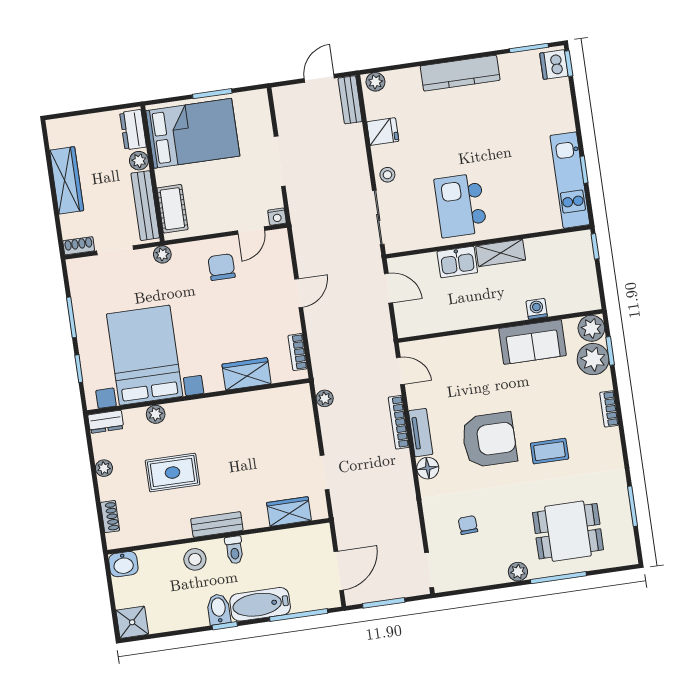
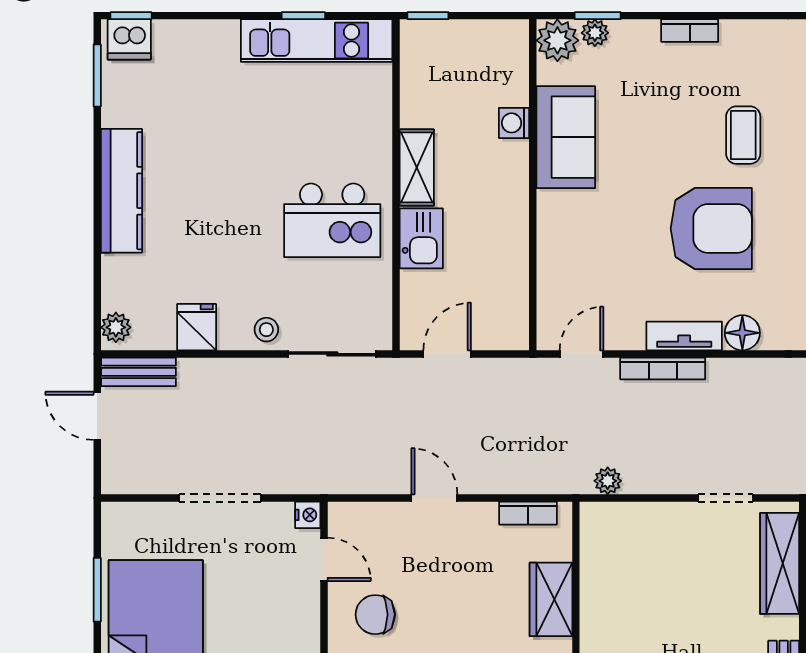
plant: (593, 359) -> (595, 33), width x0.53, depth x0.53
armchair: (489, 440) -> (711, 228), turned 90
wardrobe: (289, 511) -> (780, 563), width x1.50

